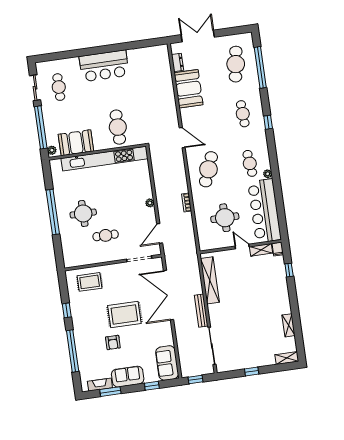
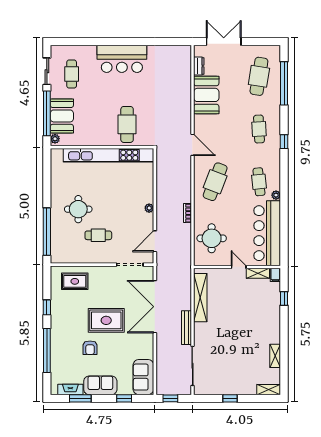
booth: (76, 143) -> (62, 116), moved, turned 90
window: (53, 212) -> (47, 232), moved
round table: (225, 218) -> (212, 238), moved

